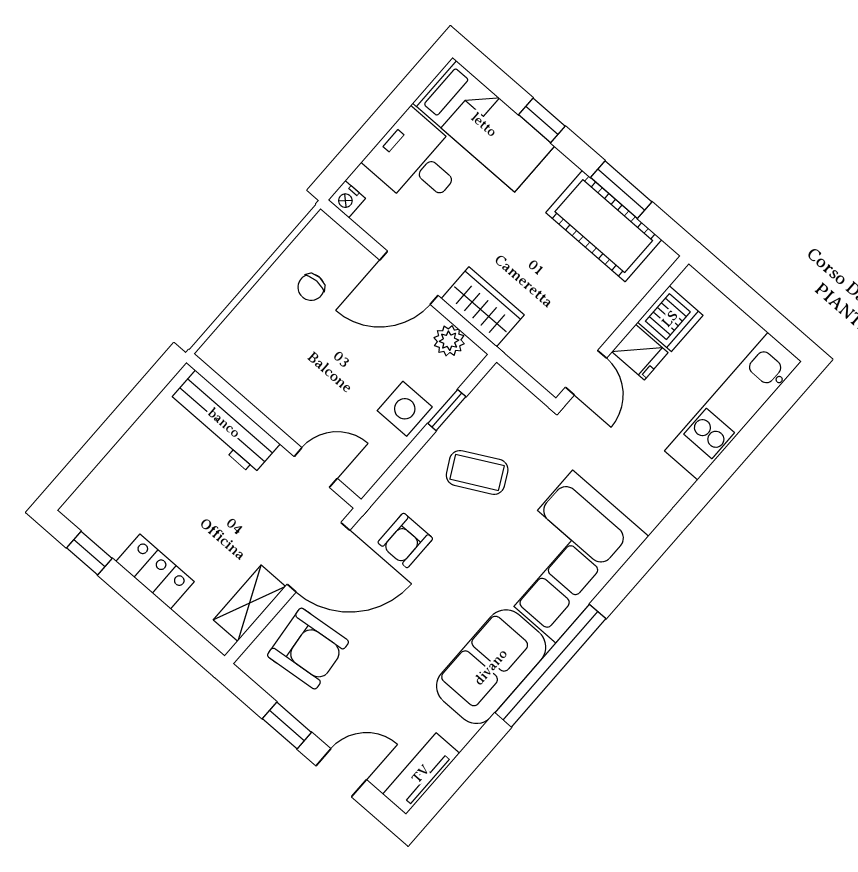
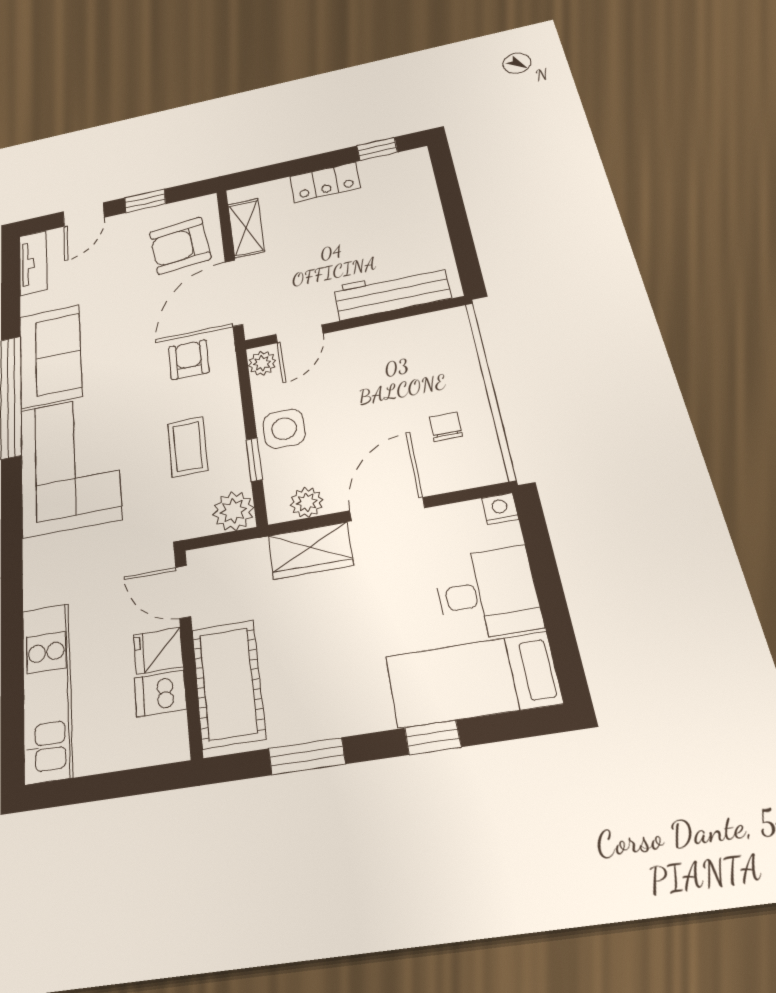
cot: (604, 226) -> (228, 683), moved, turned 90
dishwasher: (670, 319) -> (160, 693), width x0.73
plant: (498, 390) -> (233, 511), added
coffee table: (477, 472) -> (188, 447), turned -62
plant: (363, 476) -> (262, 363), added

